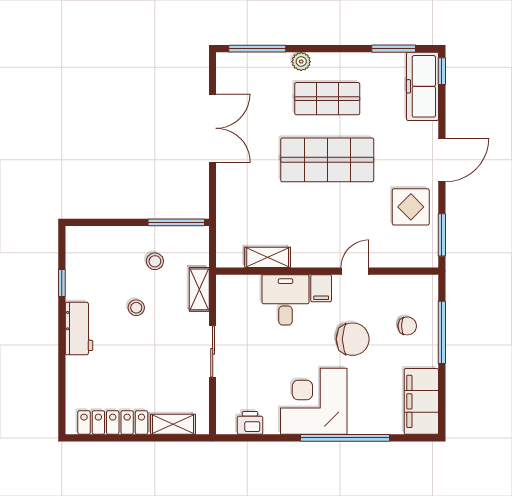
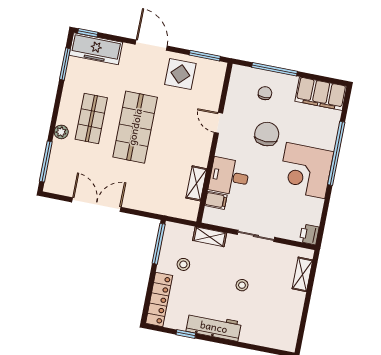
filing cabinet: (321, 288) -> (216, 200), moved
stool: (136, 308) -> (242, 285), moved
workbench: (79, 329) -> (214, 327), width x1.38
locker: (113, 423) -> (159, 299), moved, turned 180
printer: (250, 423) -> (309, 234), moved

